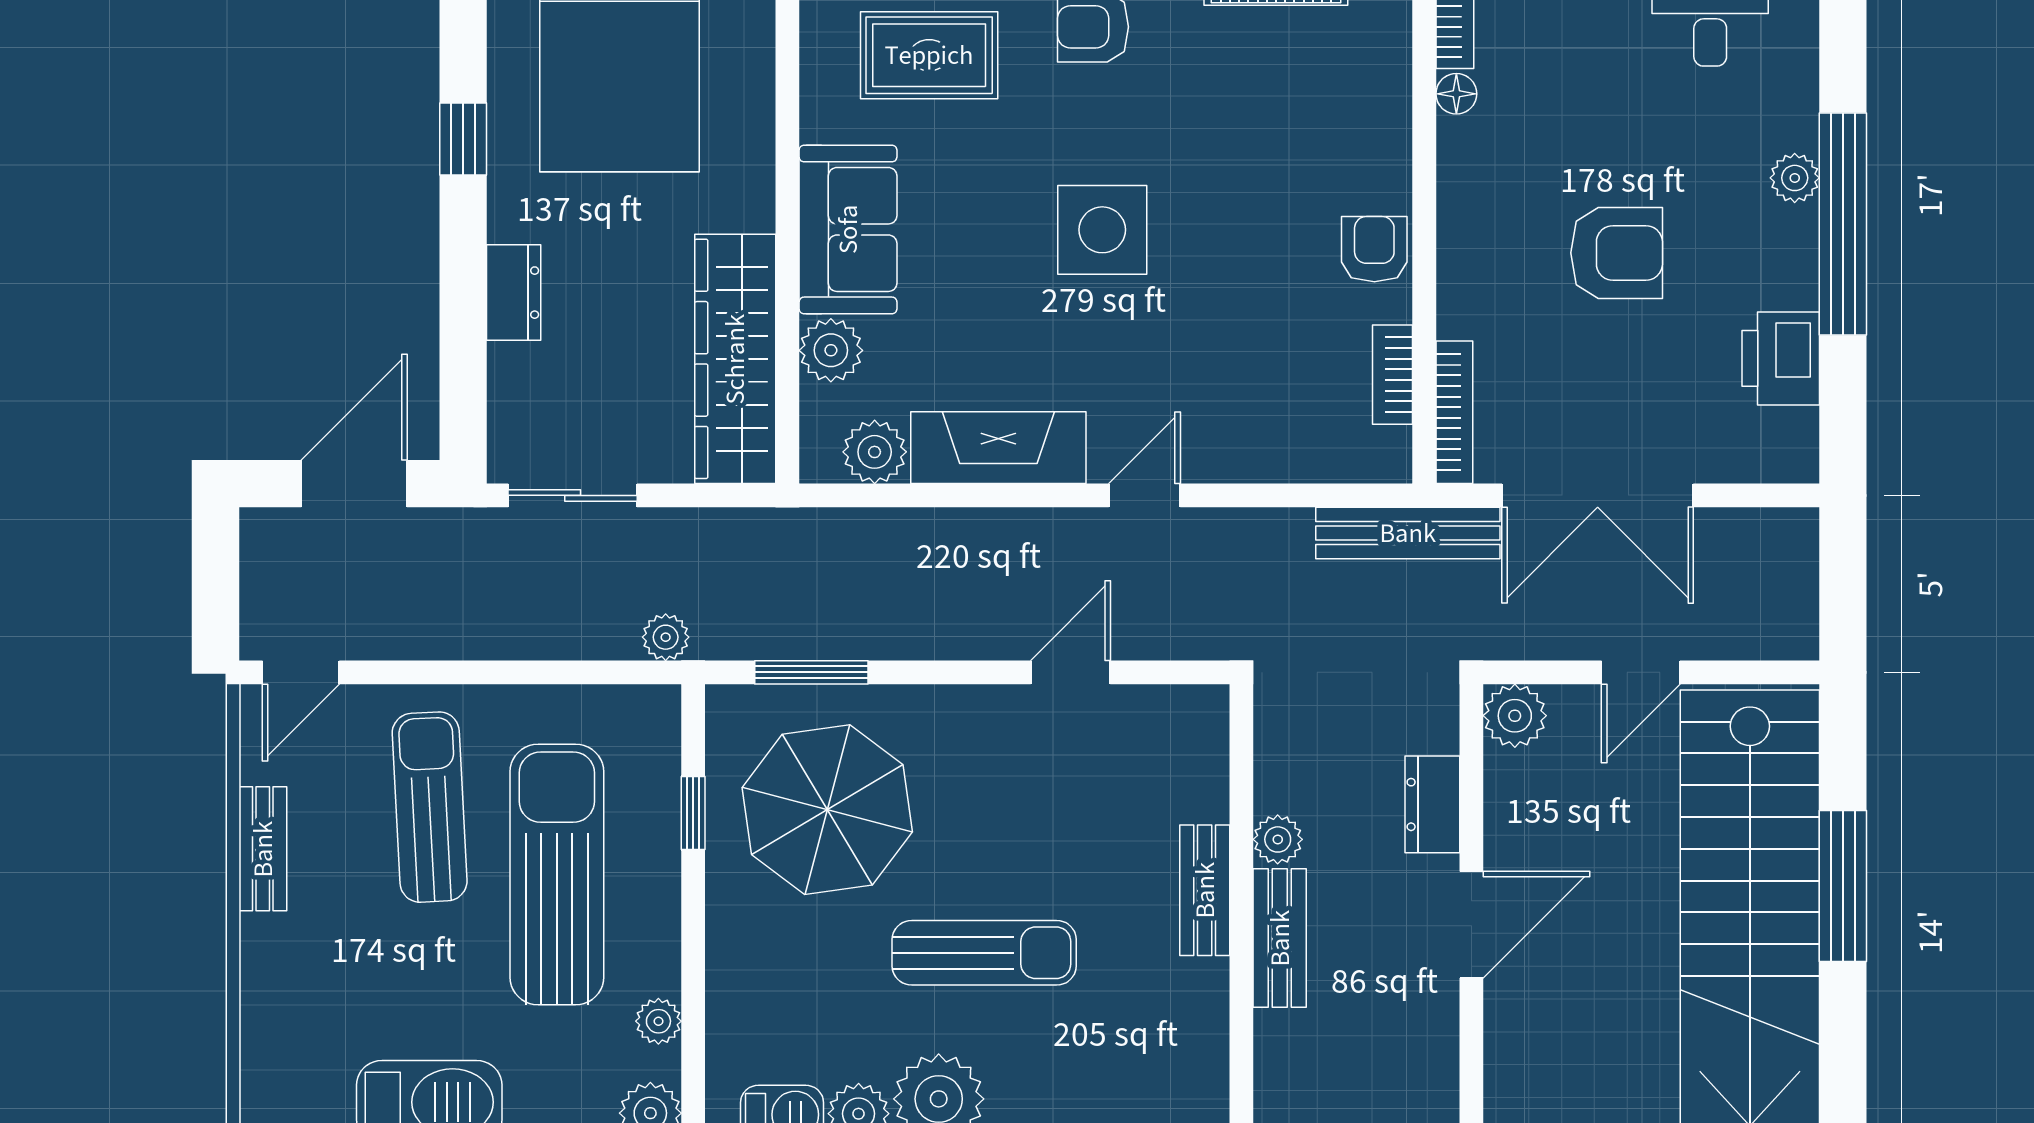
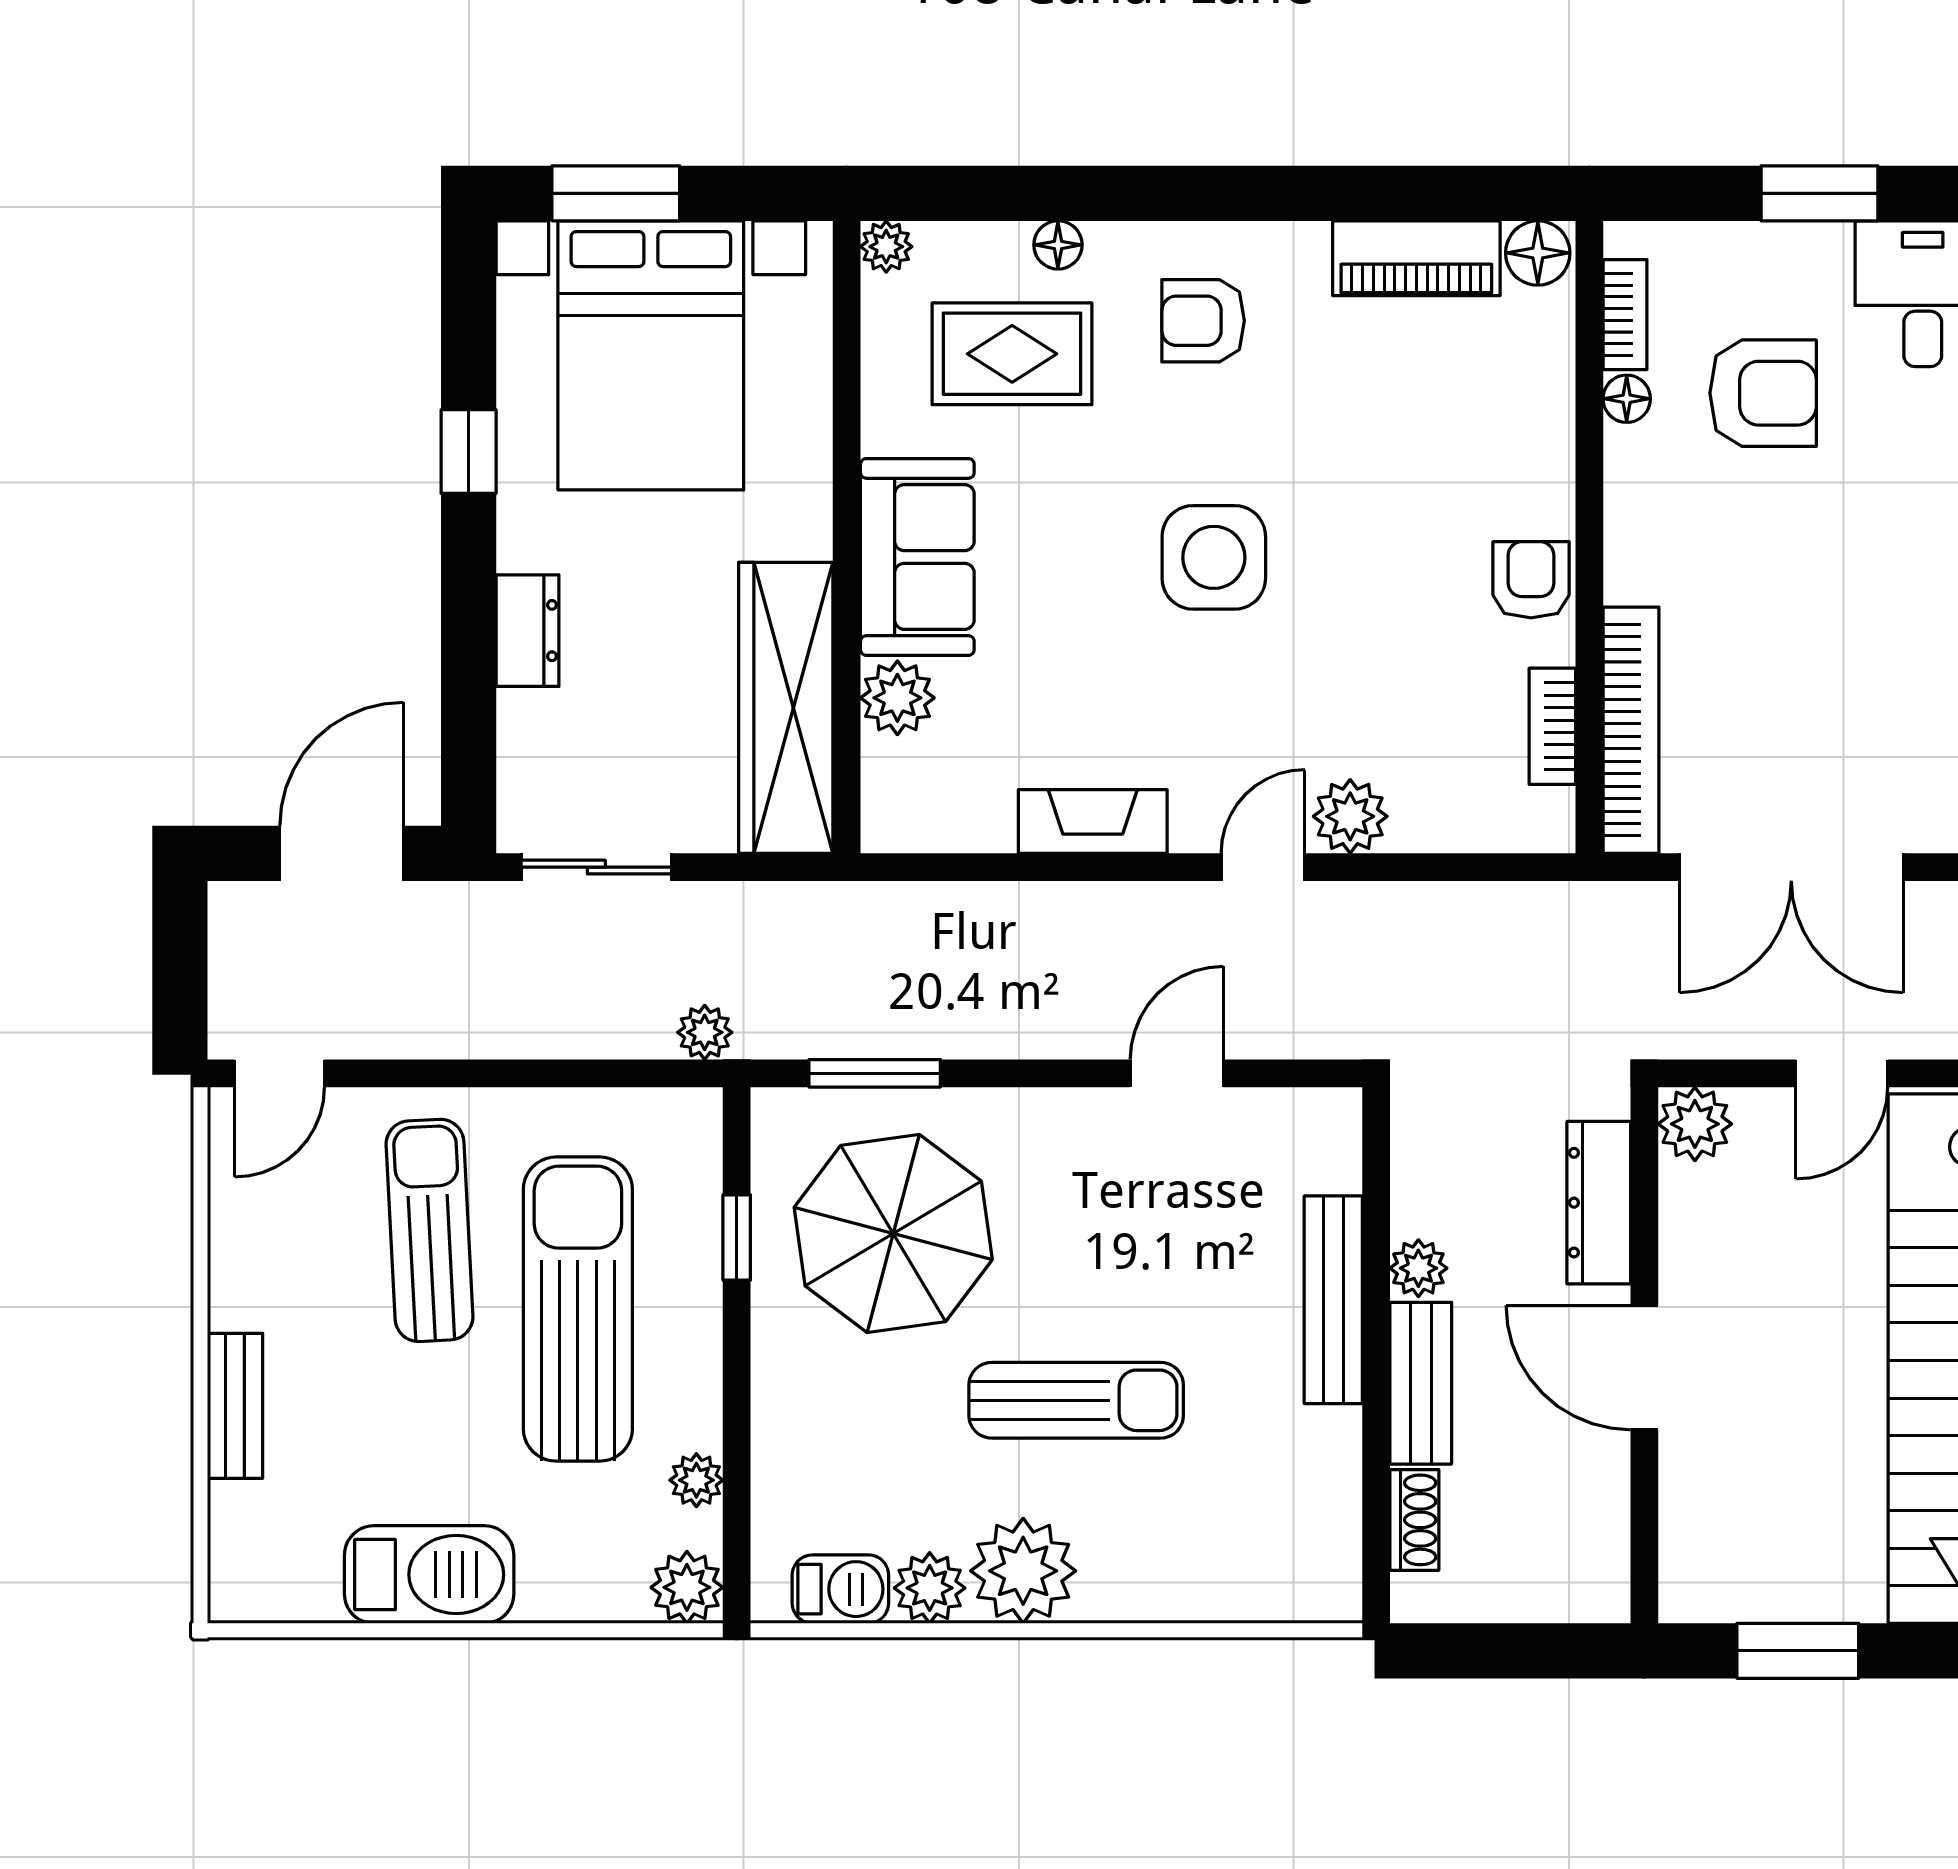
armchair: (1617, 253) -> (1763, 393), moved
bookcase: (1454, 412) -> (1631, 730), width x1.48, depth x1.31
fireplace: (998, 448) -> (1093, 822), width x0.73, depth x0.76
plant: (875, 452) -> (1350, 816), moved
bench: (1408, 533) -> (1570, 911), removed
dresser: (1432, 804) -> (1599, 1203), width x1.44
bench: (263, 849) -> (235, 1406), moved
bench: (1205, 890) -> (1333, 1300), width x1.36
door: (1471, 925) -> (1644, 1368), swing flipped
shoe rack: (1274, 1055) -> (1414, 1520), added

